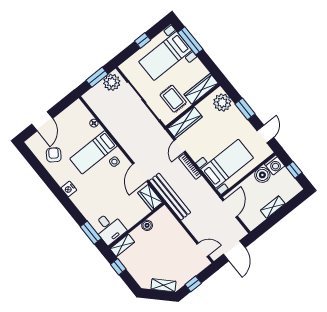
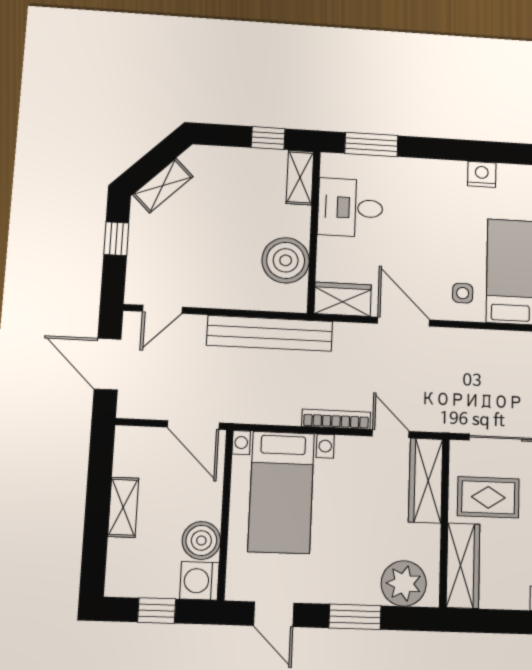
bench: (170, 197) -> (270, 333), moved
boiler: (147, 225) -> (286, 260), width x1.86, depth x1.86
desk: (109, 228) -> (350, 208), moved

